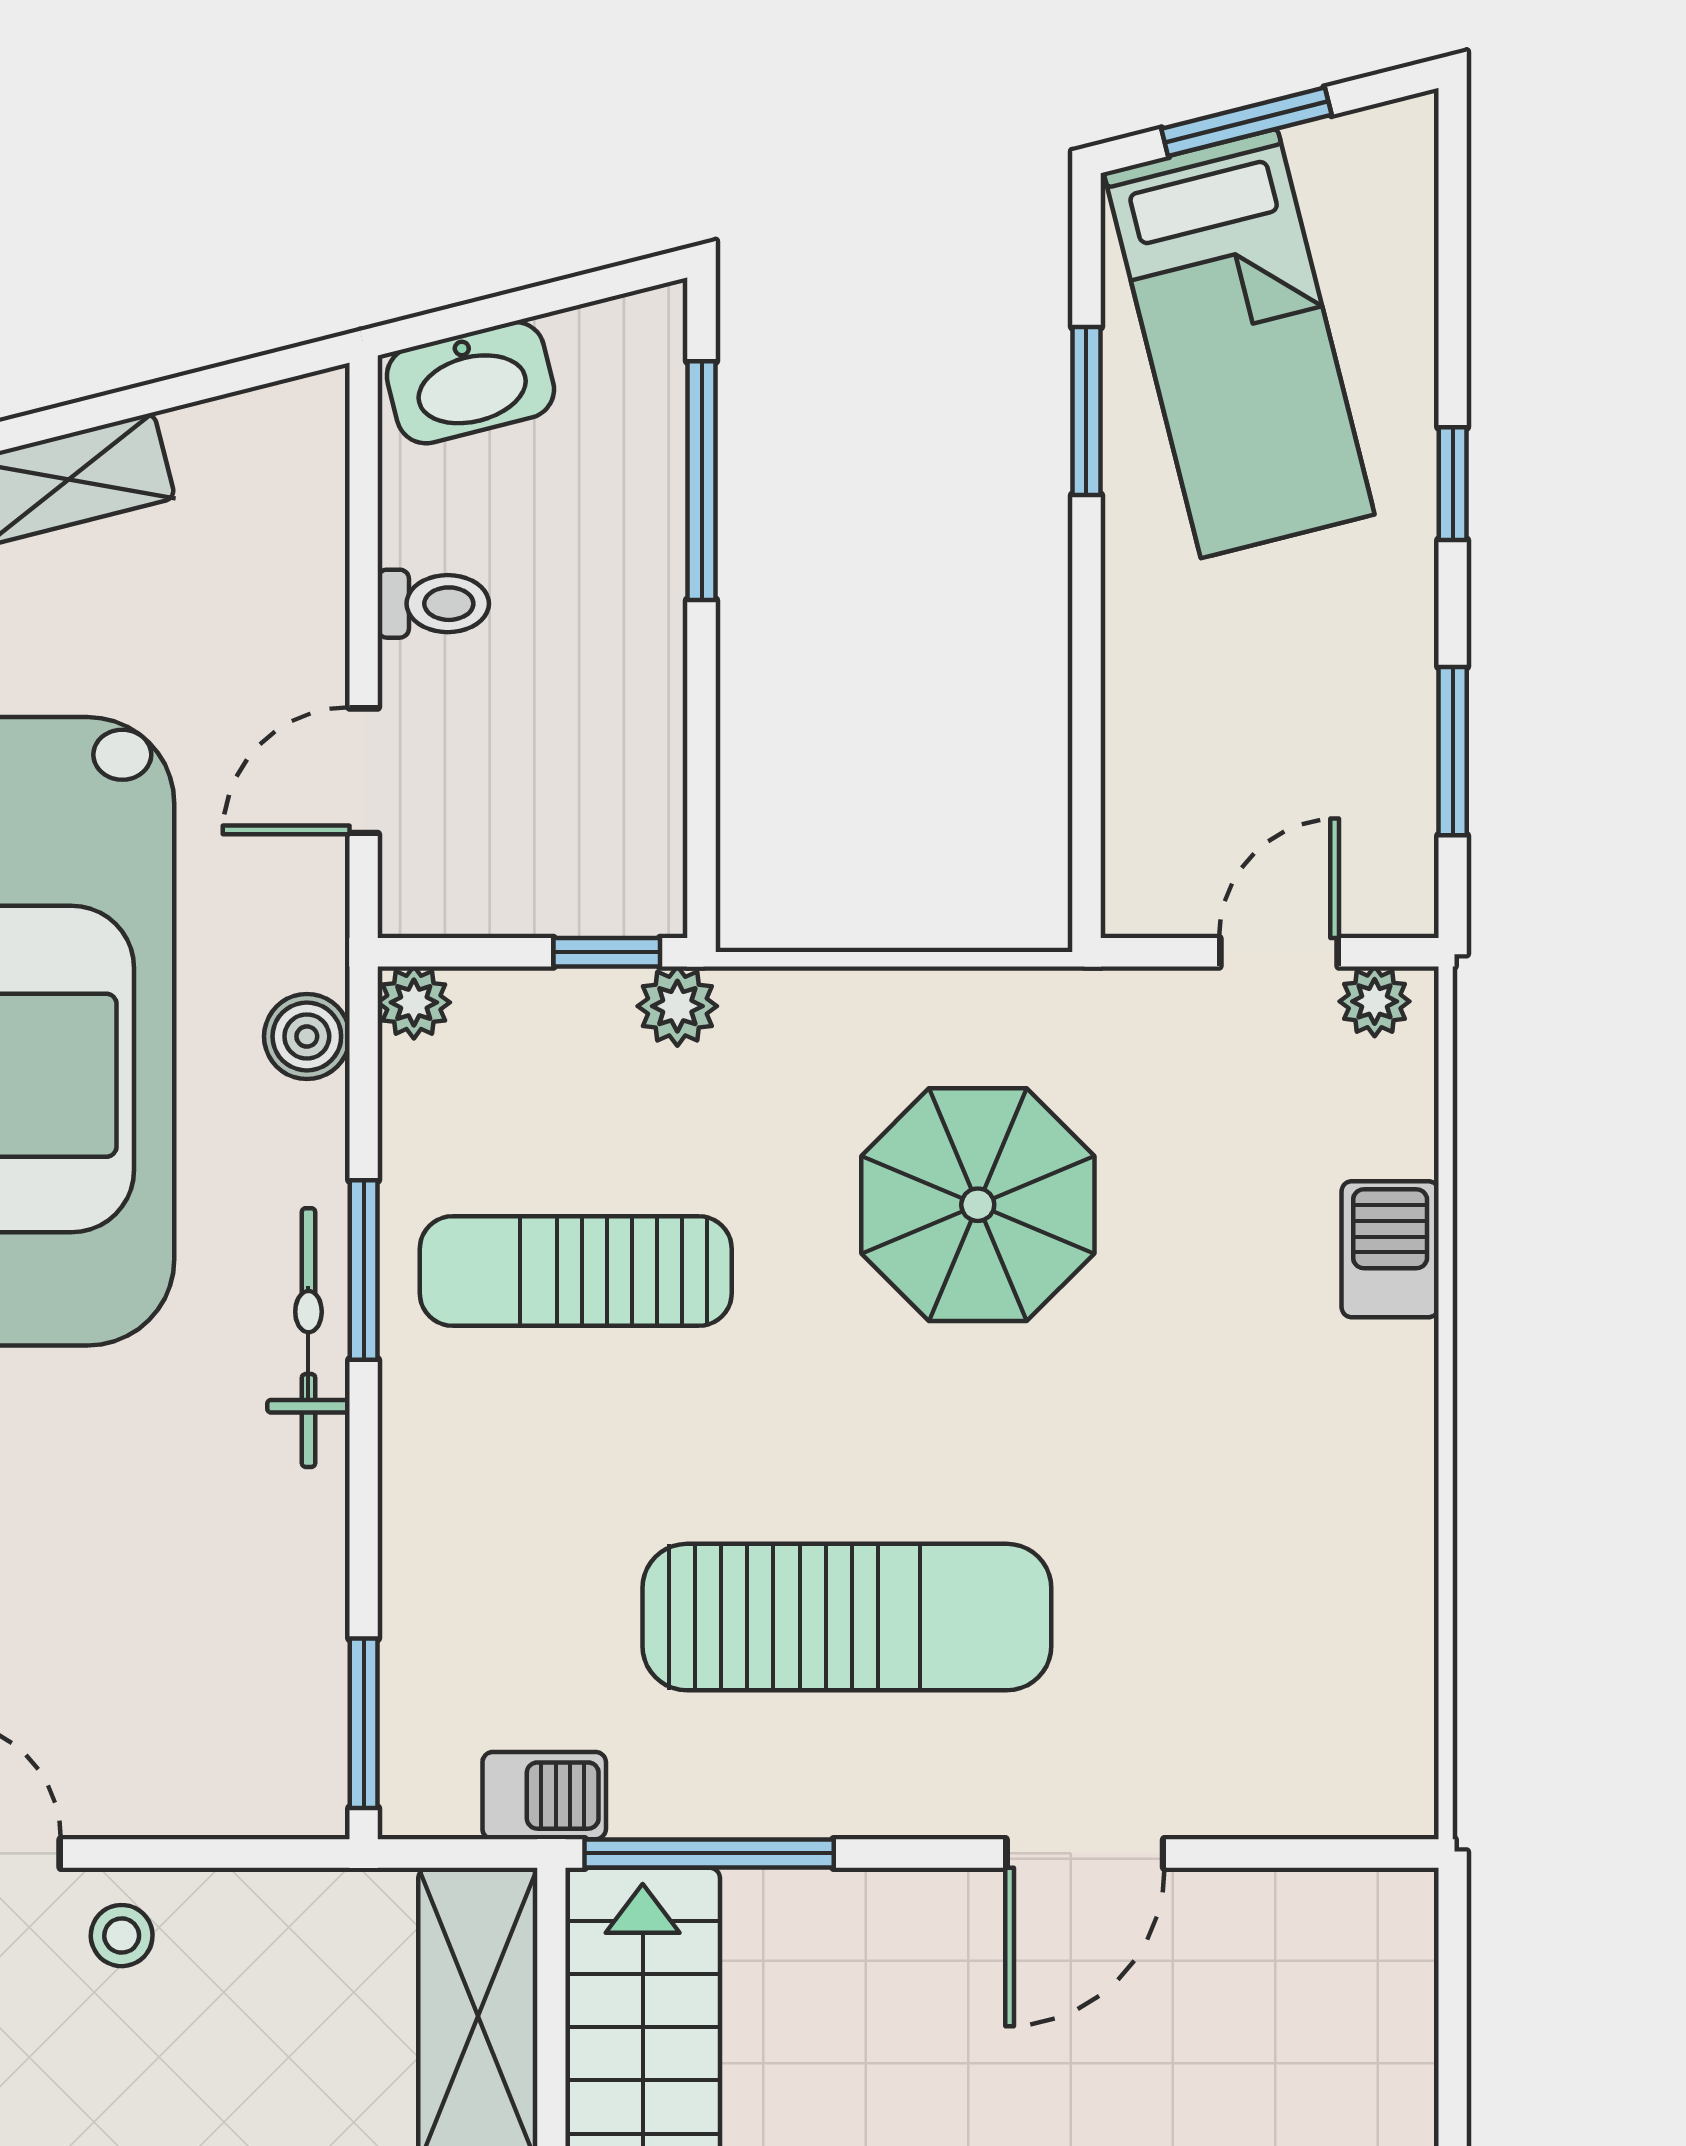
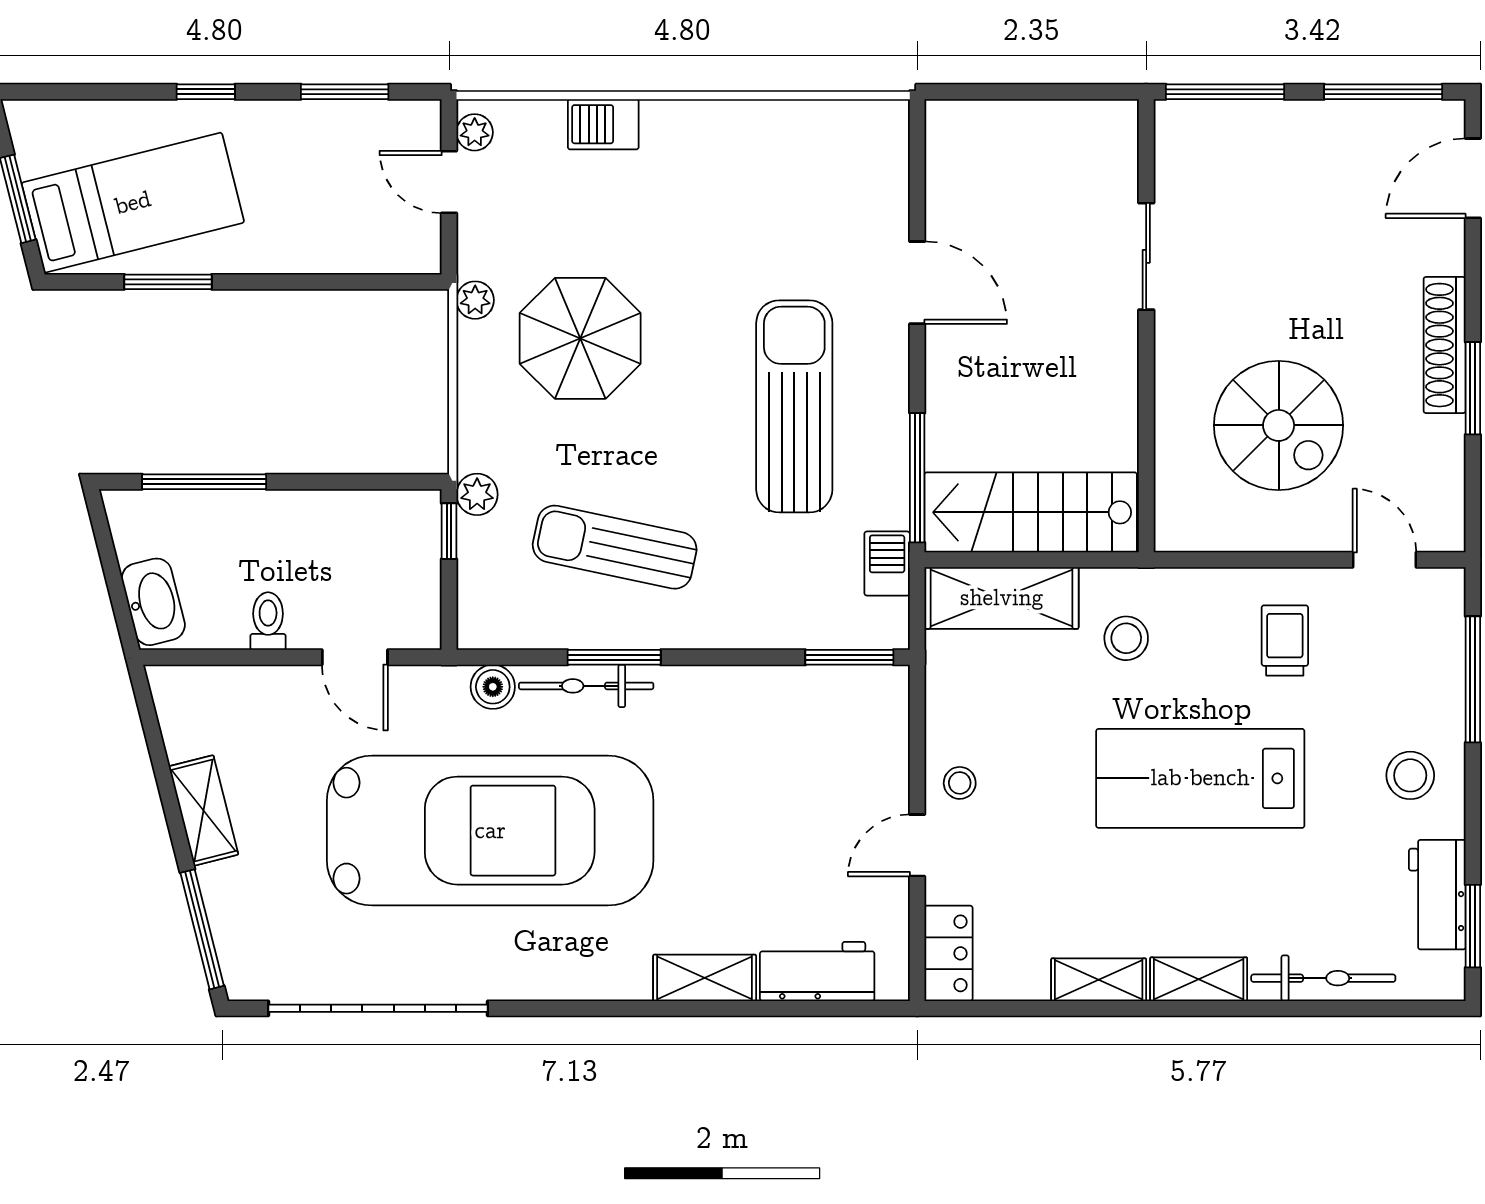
plant: (414, 1002) -> (475, 300), moved
sun lounger: (576, 1271) -> (615, 547), turned 102
bicycle: (308, 1338) -> (586, 686), moved

